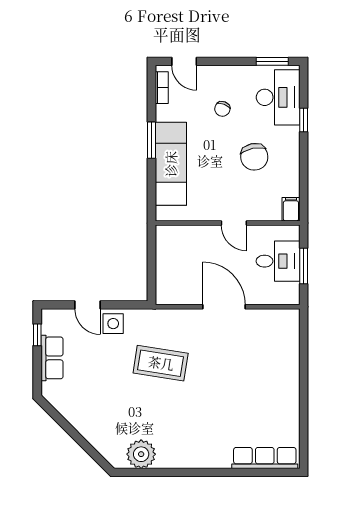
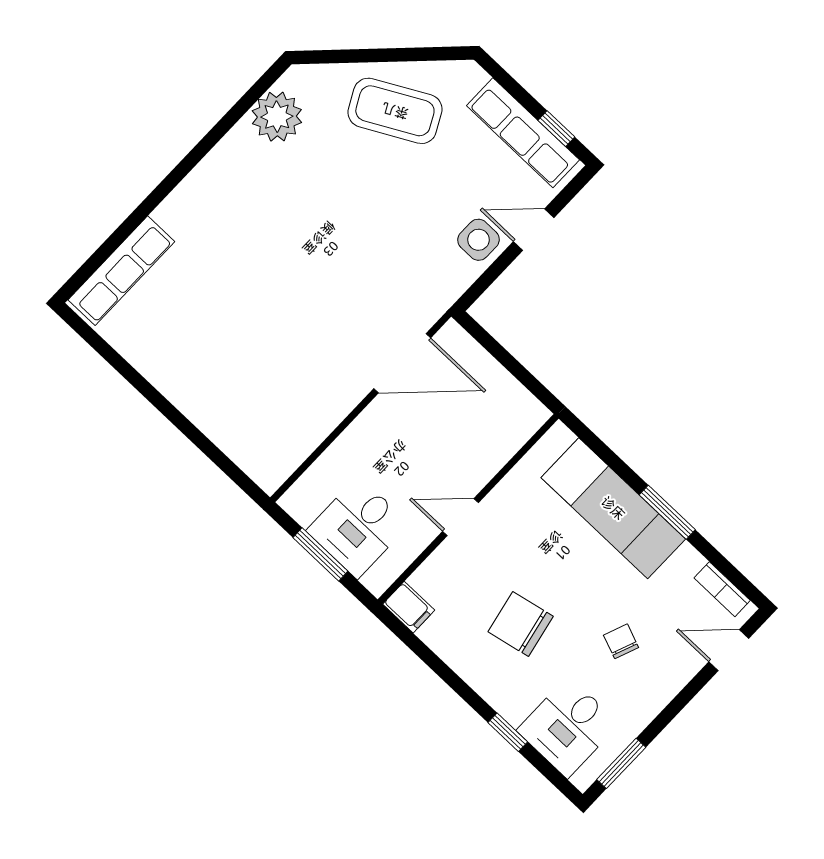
desk: (278, 97) -> (568, 727), width x0.73
door: (224, 307) -> (402, 363), moved
row of seats: (52, 358) -> (523, 133), width x1.48
coffee table: (161, 363) -> (395, 111), moved, turned 53

